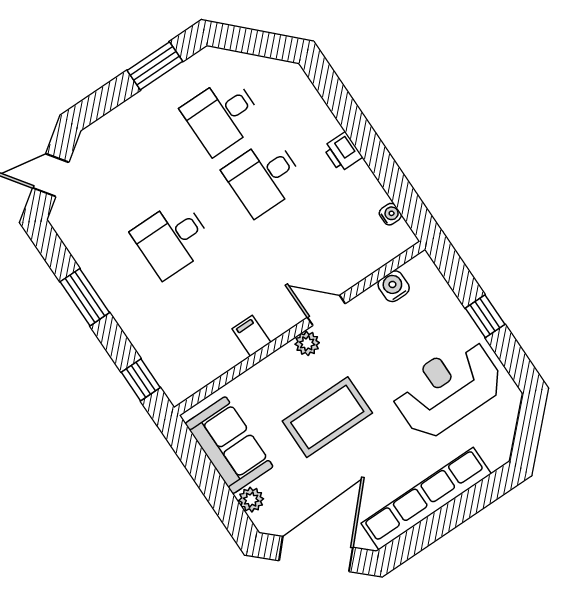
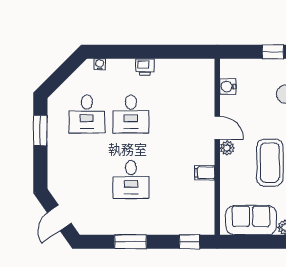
water cooler: (390, 214) -> (100, 64), moved
door: (326, 310) -> (217, 128), swing flipped

